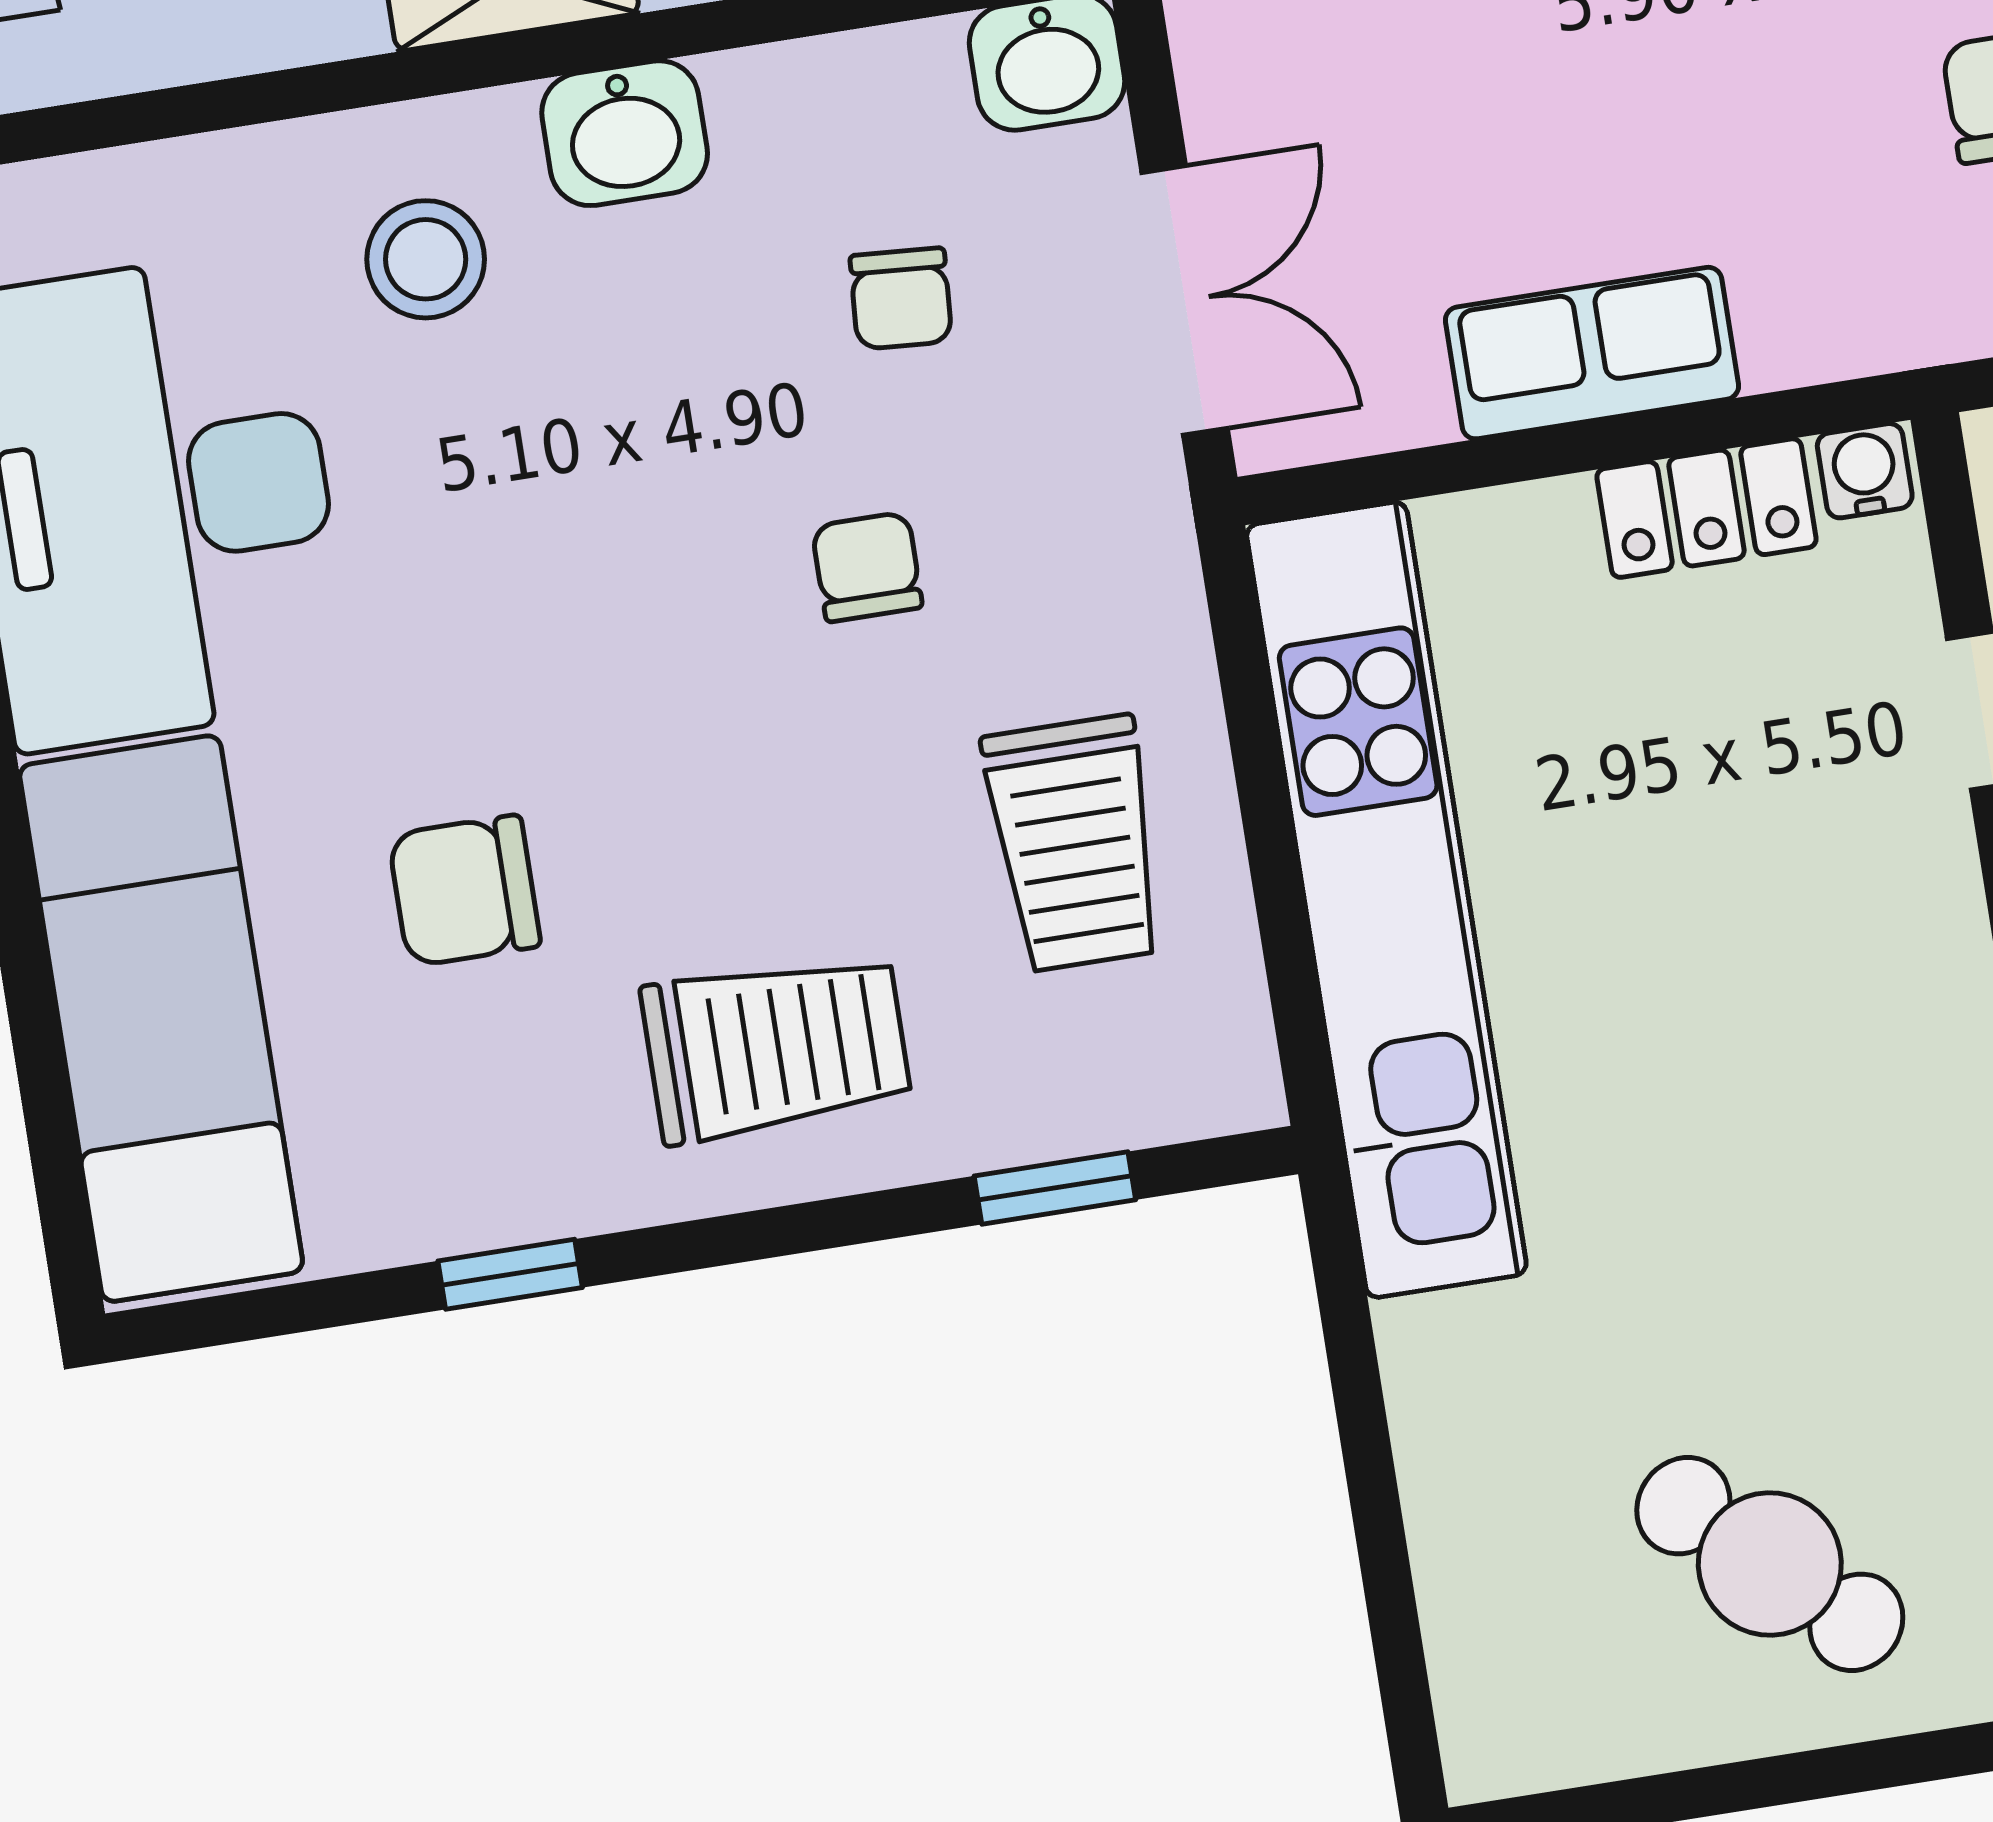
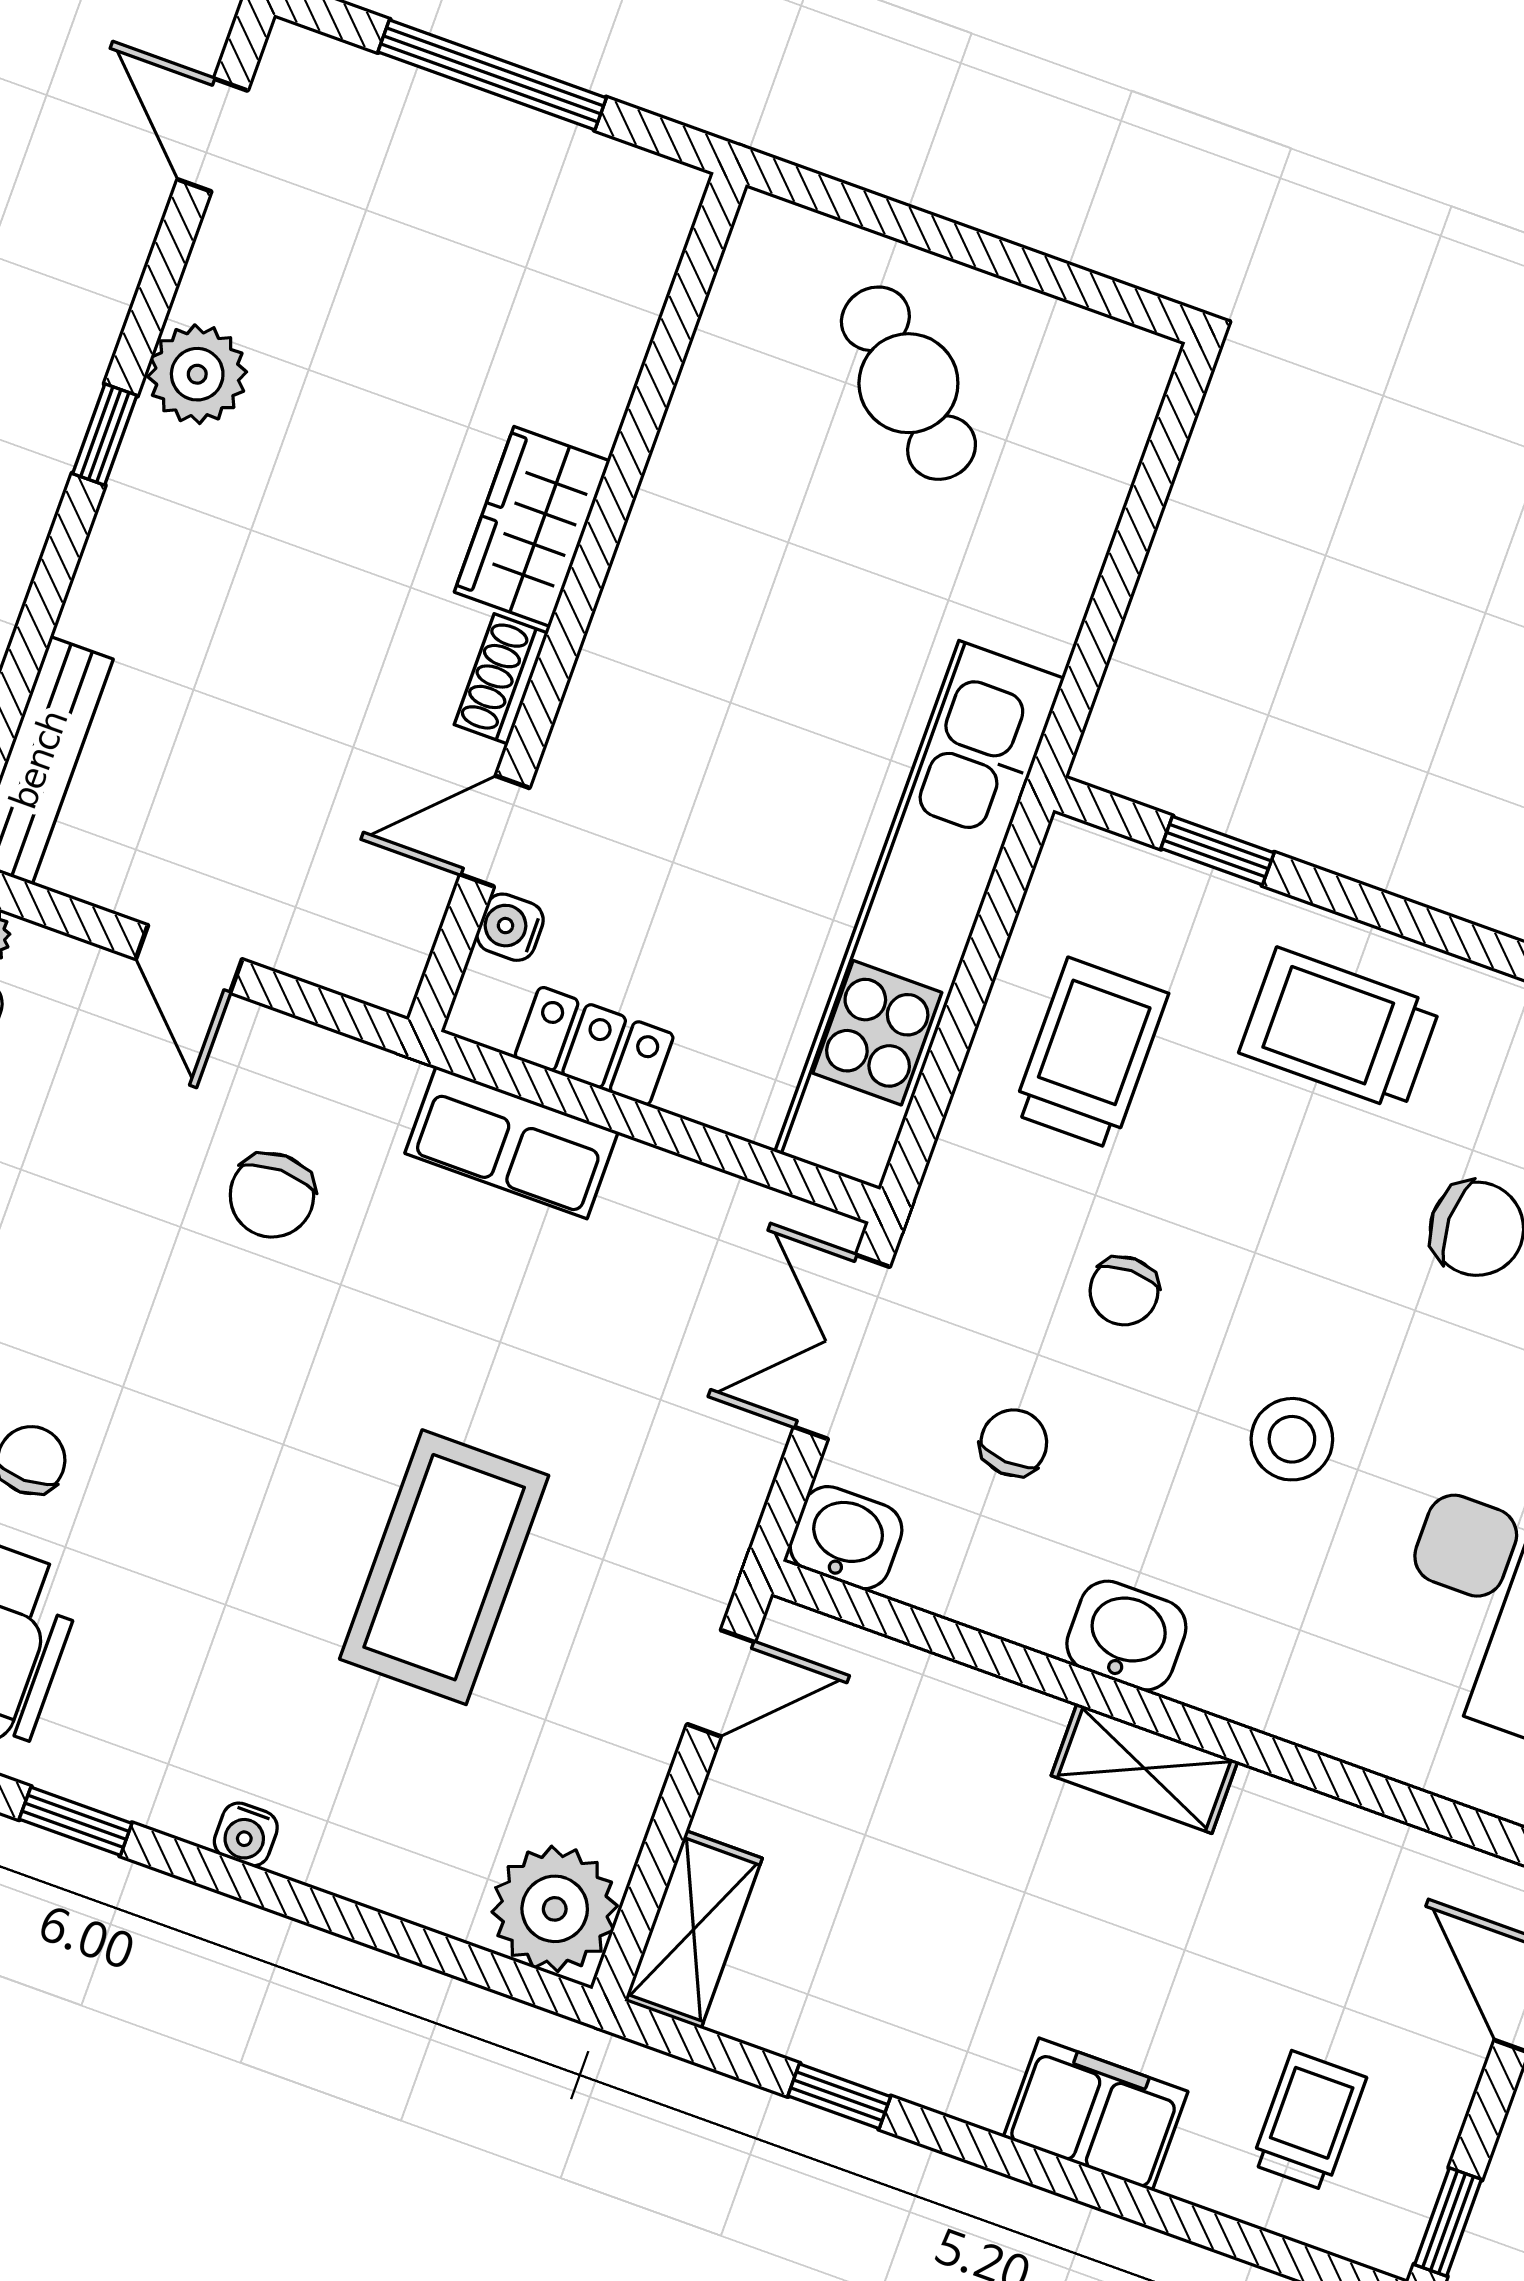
stool: (426, 259) -> (1292, 1439), moved
row of seats: (1592, 353) -> (512, 1142), moved
water cooler: (1865, 471) -> (510, 927), moved, turned 90

